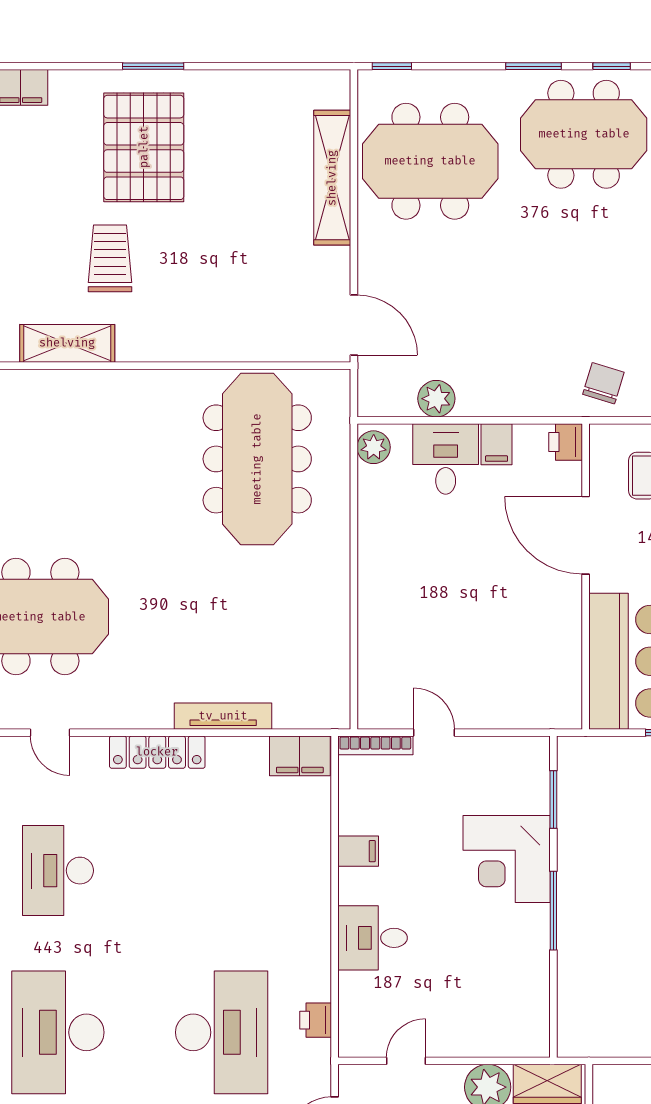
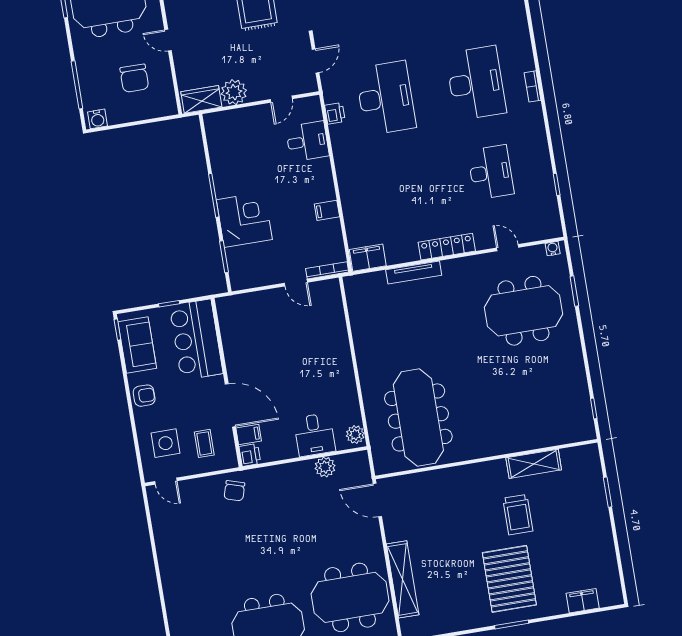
filing cabinet: (497, 444) -> (249, 435), moved, turned 90
desk: (372, 938) -> (307, 141), moved
desk: (222, 1032) -> (386, 98), turned 180

